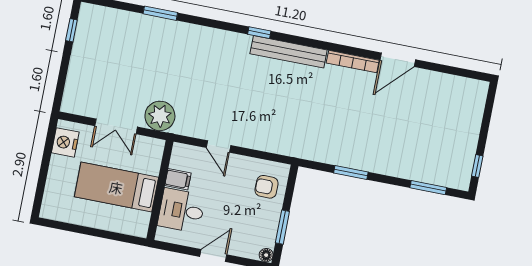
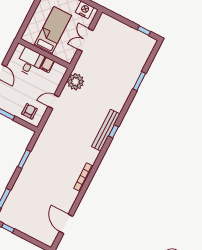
bench: (289, 52) -> (106, 130), moved
door: (398, 60) -> (66, 224), moved
plant: (160, 116) -> (76, 82), moved
door: (219, 147) -> (53, 102), moved

